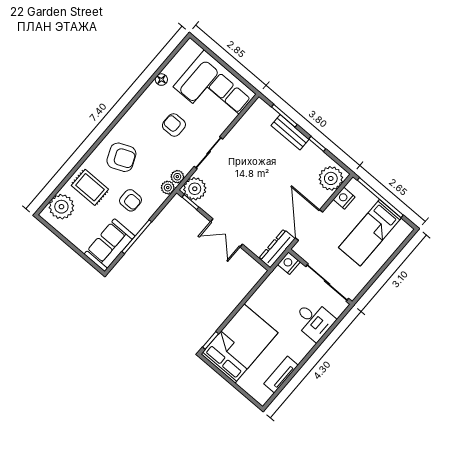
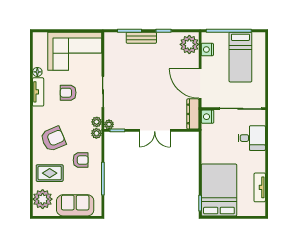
tv unit: (146, 99) -> (38, 92), added
plant: (195, 189) -> (109, 124), width x0.53, depth x0.53
sofa: (110, 245) -> (75, 205), moved, turned 90

